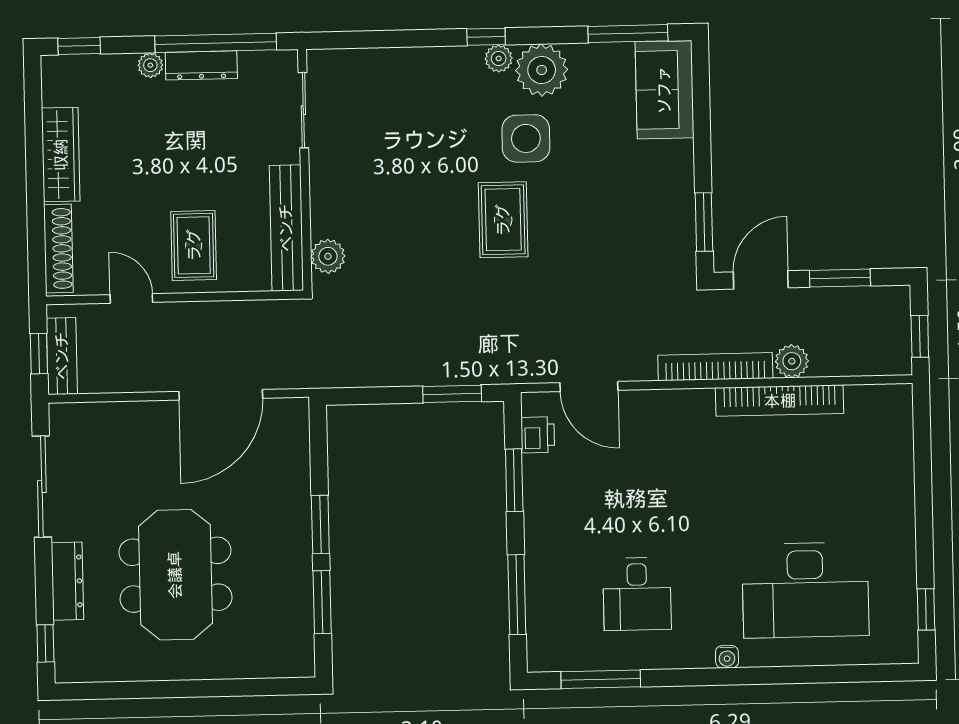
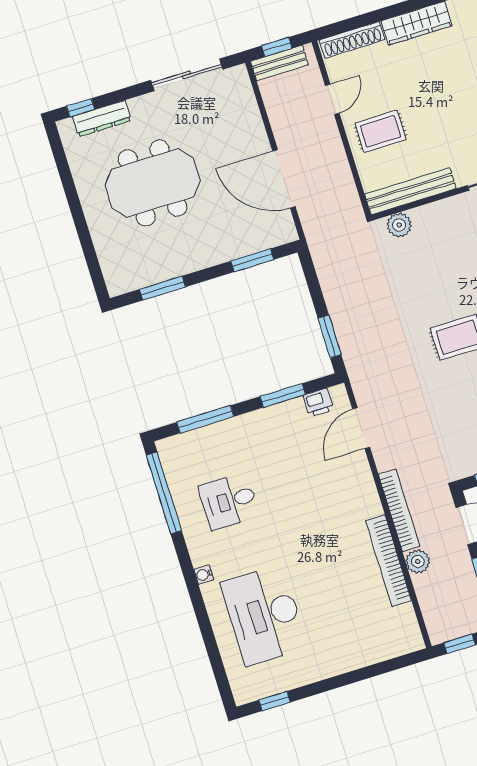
window: (320, 525) -> (252, 260), moved
dresser: (67, 581) -> (102, 118), moved
window: (601, 679) -> (164, 493), width x1.46

